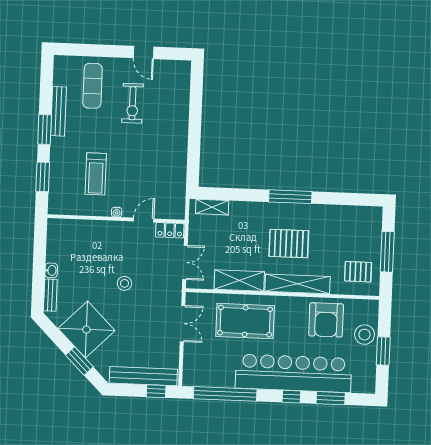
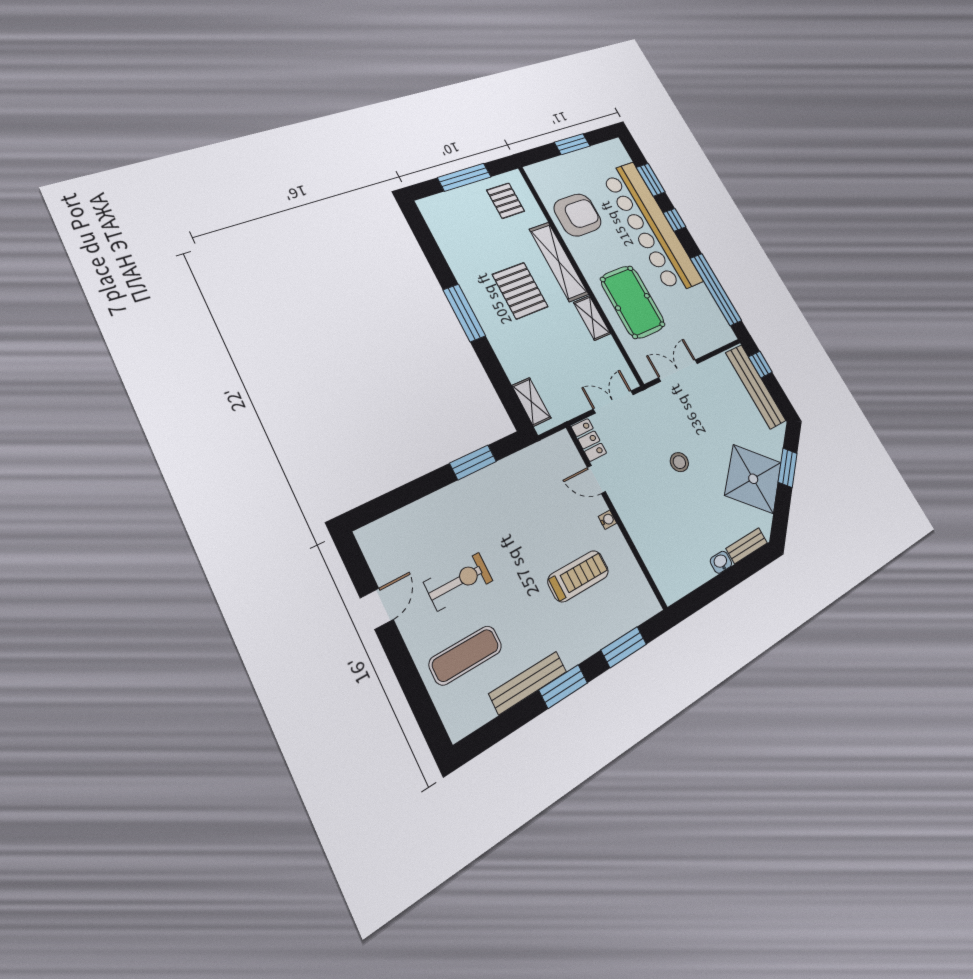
window: (194, 149) -> (473, 462), added
shelving: (239, 280) -> (592, 318), width x0.67, depth x0.75
stool: (365, 335) -> (568, 169), removed

